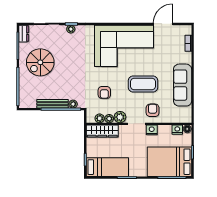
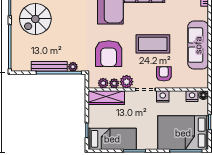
armchair: (104, 92) -> (109, 54), width x1.88, depth x1.88

